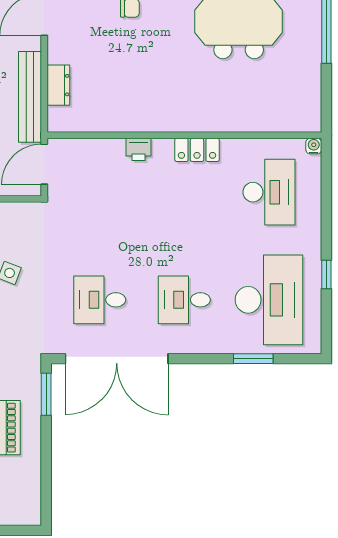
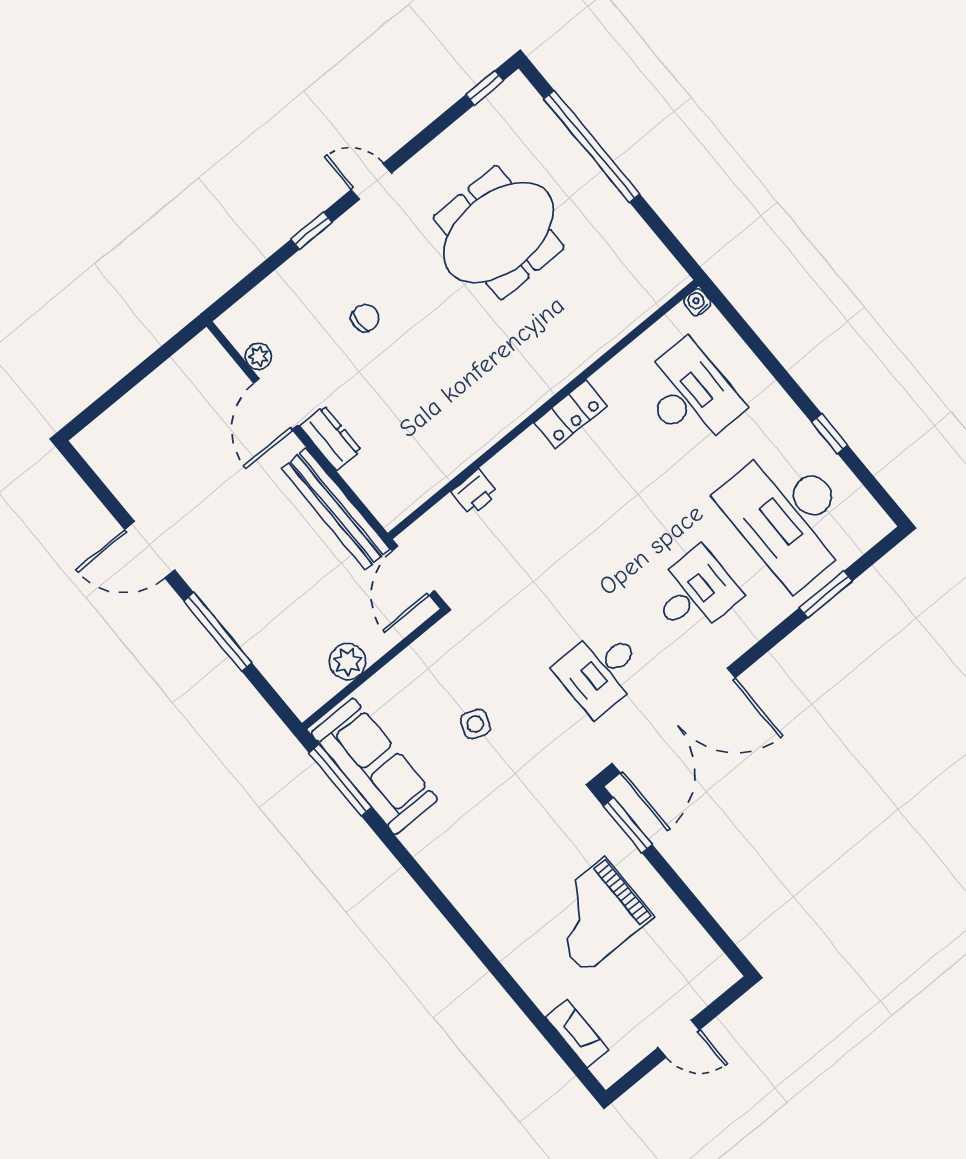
dresser: (58, 85) -> (330, 438), moved
printer: (139, 149) -> (475, 492), moved
desk: (184, 300) -> (695, 593), turned 180
desk: (269, 300) -> (789, 515), turned 180

